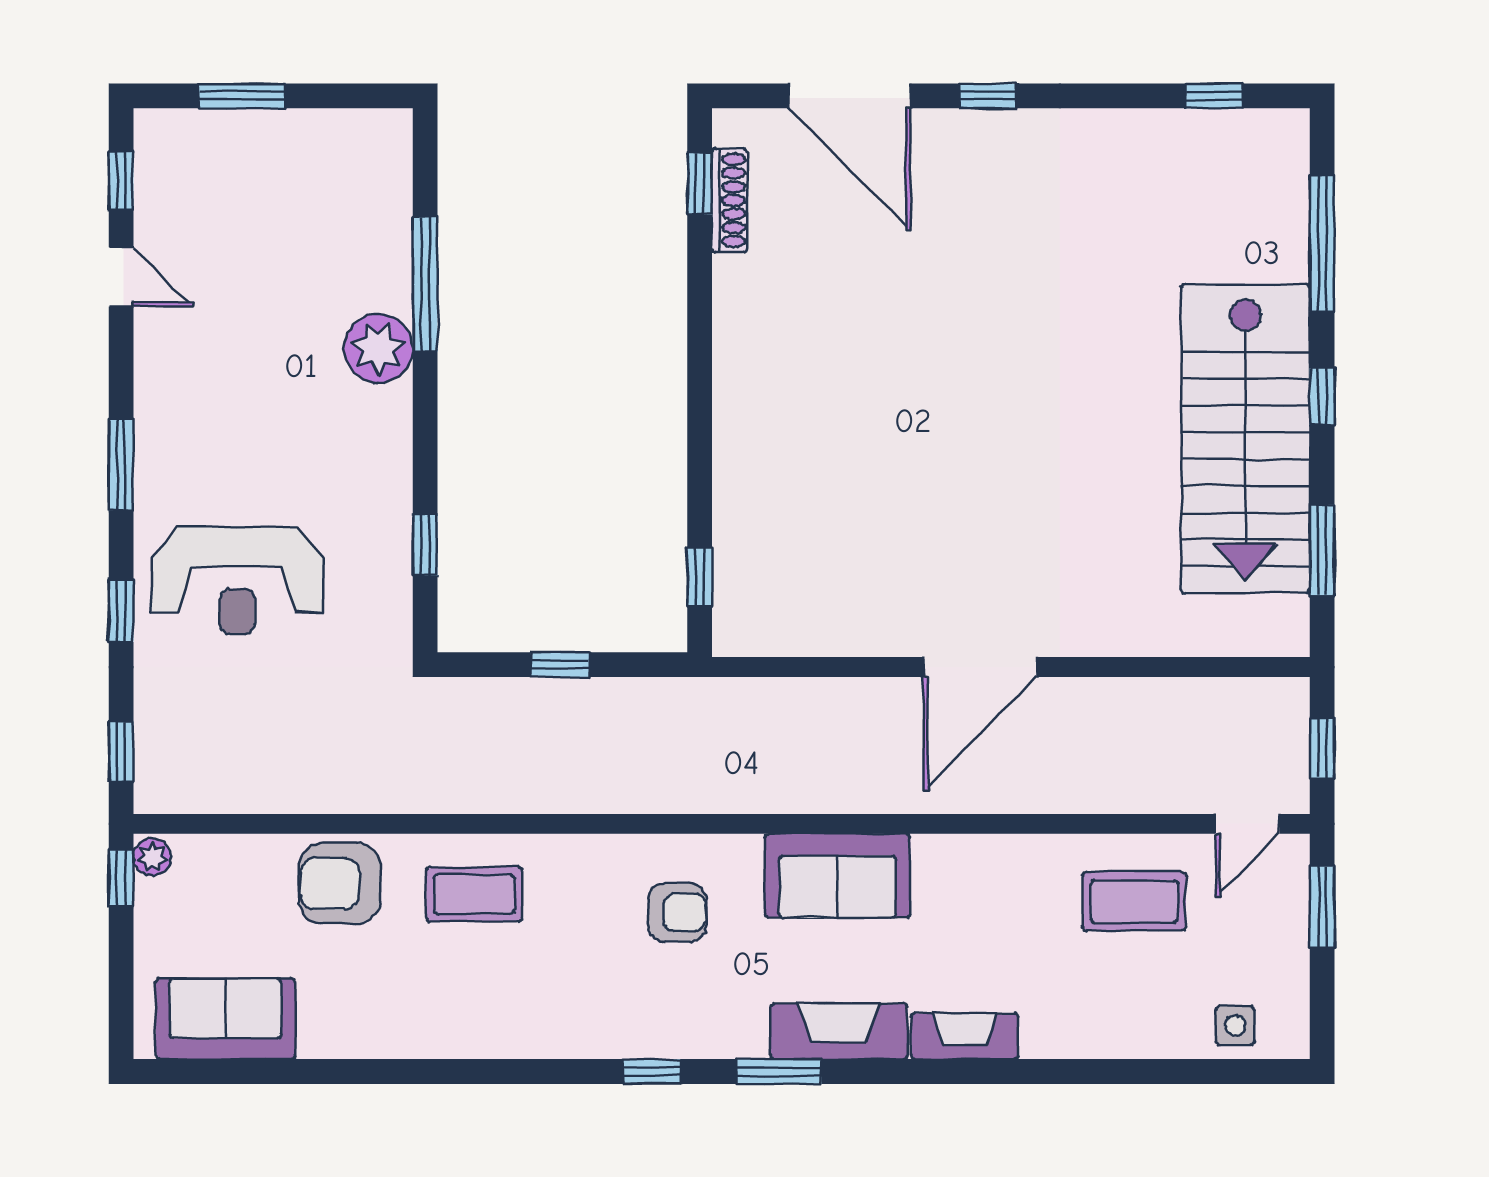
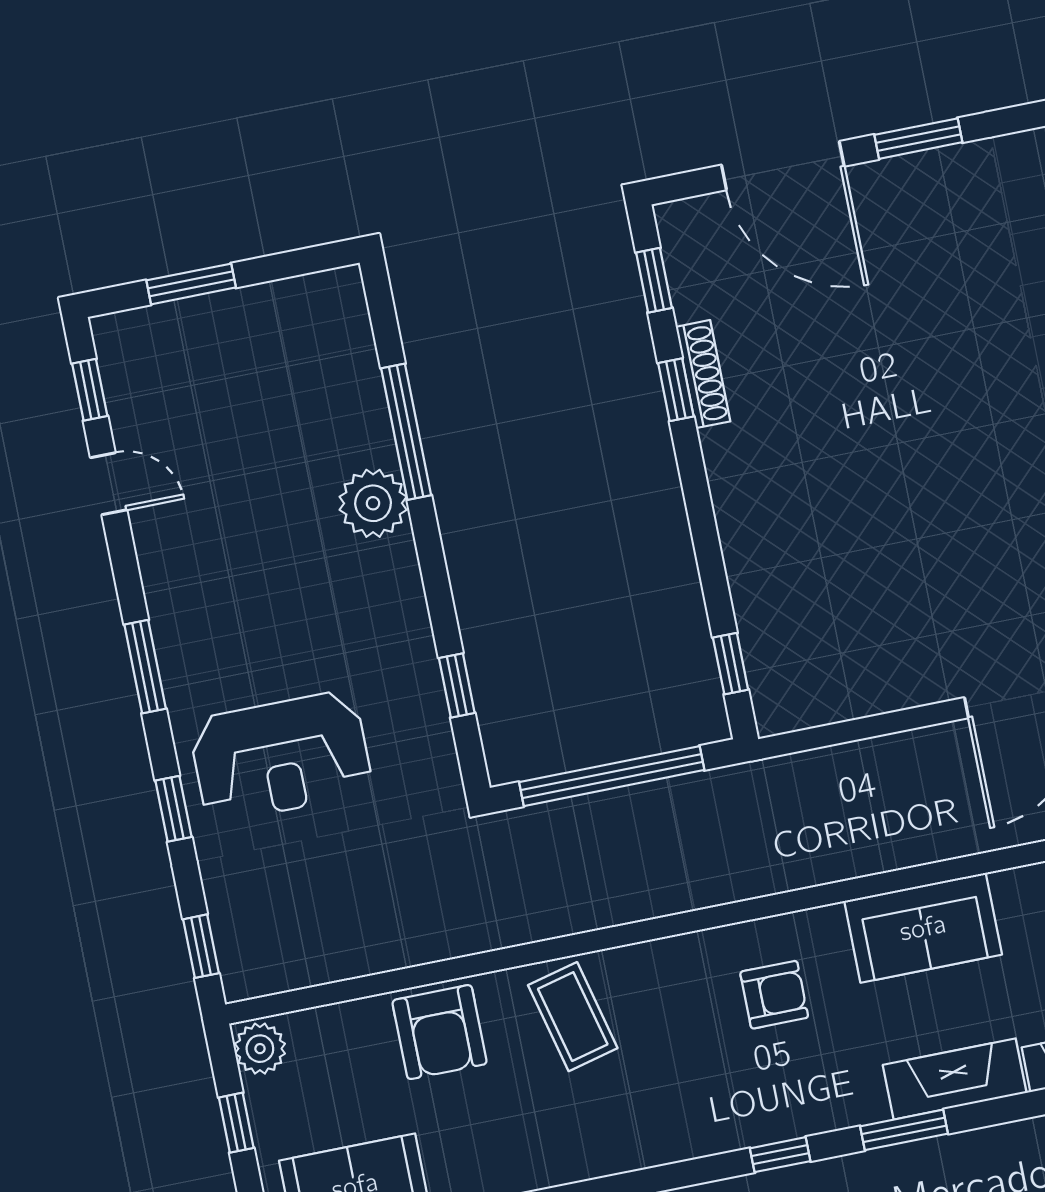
window: (988, 96) -> (918, 139), width x1.50
shoe rack: (730, 200) -> (703, 374), moved
window: (700, 296) -> (676, 390), added
window: (560, 665) -> (612, 776), width x3.17
plant: (152, 857) -> (260, 1049), width x1.38, depth x1.38
window: (121, 878) -> (236, 1123), moved
armchair: (340, 883) -> (440, 1032), turned -90
coffee table: (474, 894) -> (573, 1017), turned 76

